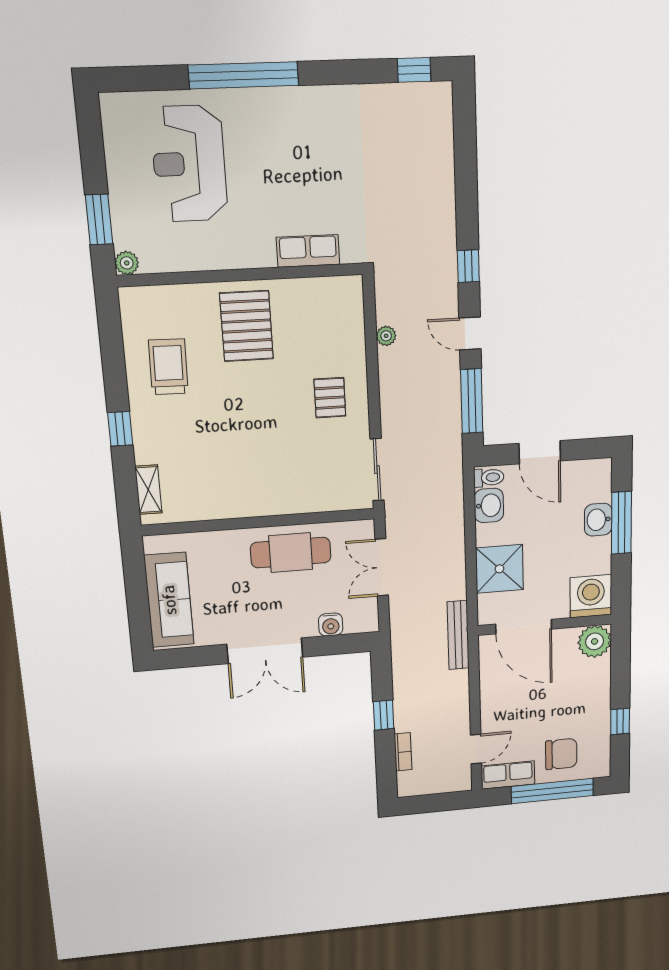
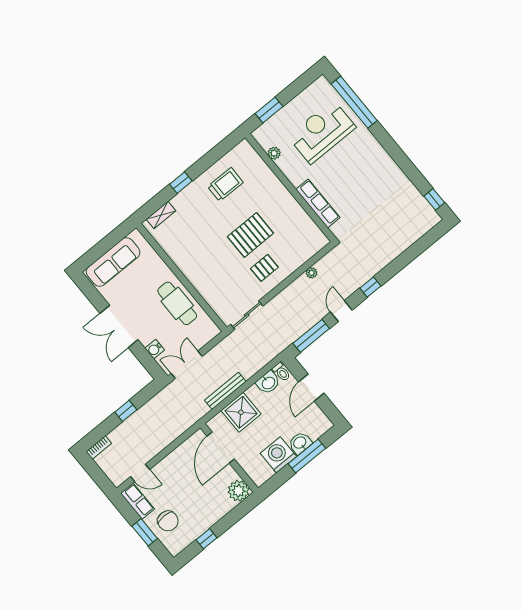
window: (243, 75) -> (354, 102), moved
row of seats: (308, 251) -> (318, 203), width x1.48
plant: (127, 263) -> (274, 153), moved
pallet: (246, 326) -> (250, 235), moved
double door: (382, 567) -> (187, 365), moved
washing machine: (591, 596) -> (278, 455), moved, turned -90
bench: (458, 635) -> (225, 391), moved
bookcase: (403, 752) -> (99, 447), moved
window: (552, 791) -> (145, 532), width x0.47

